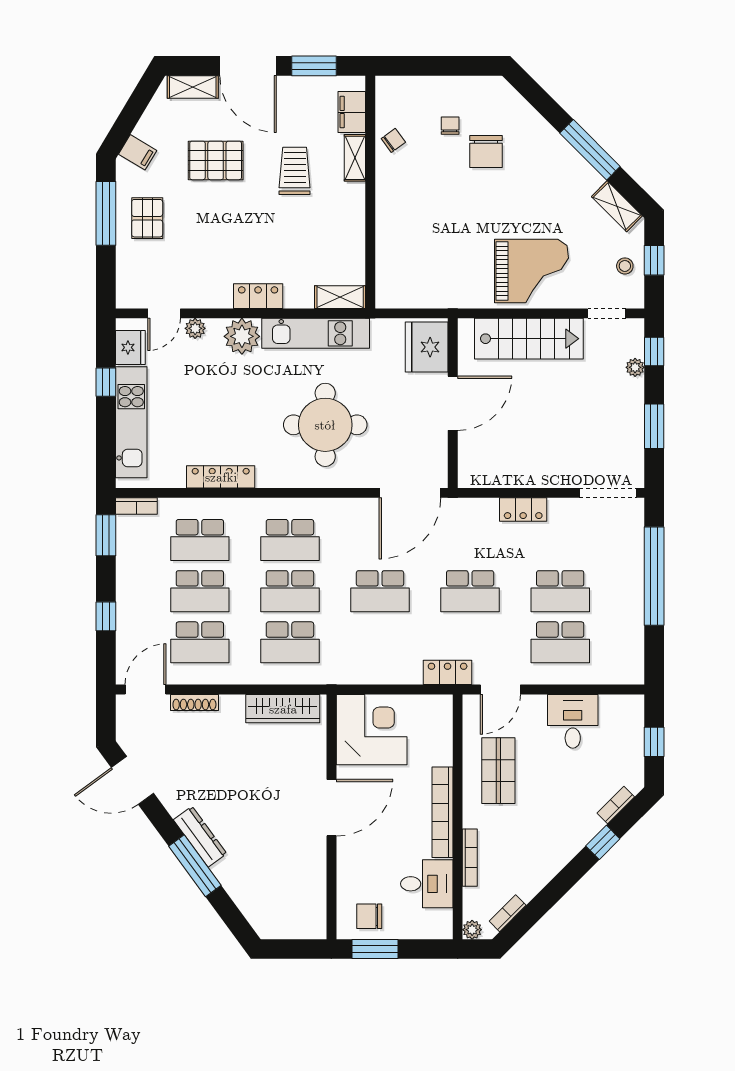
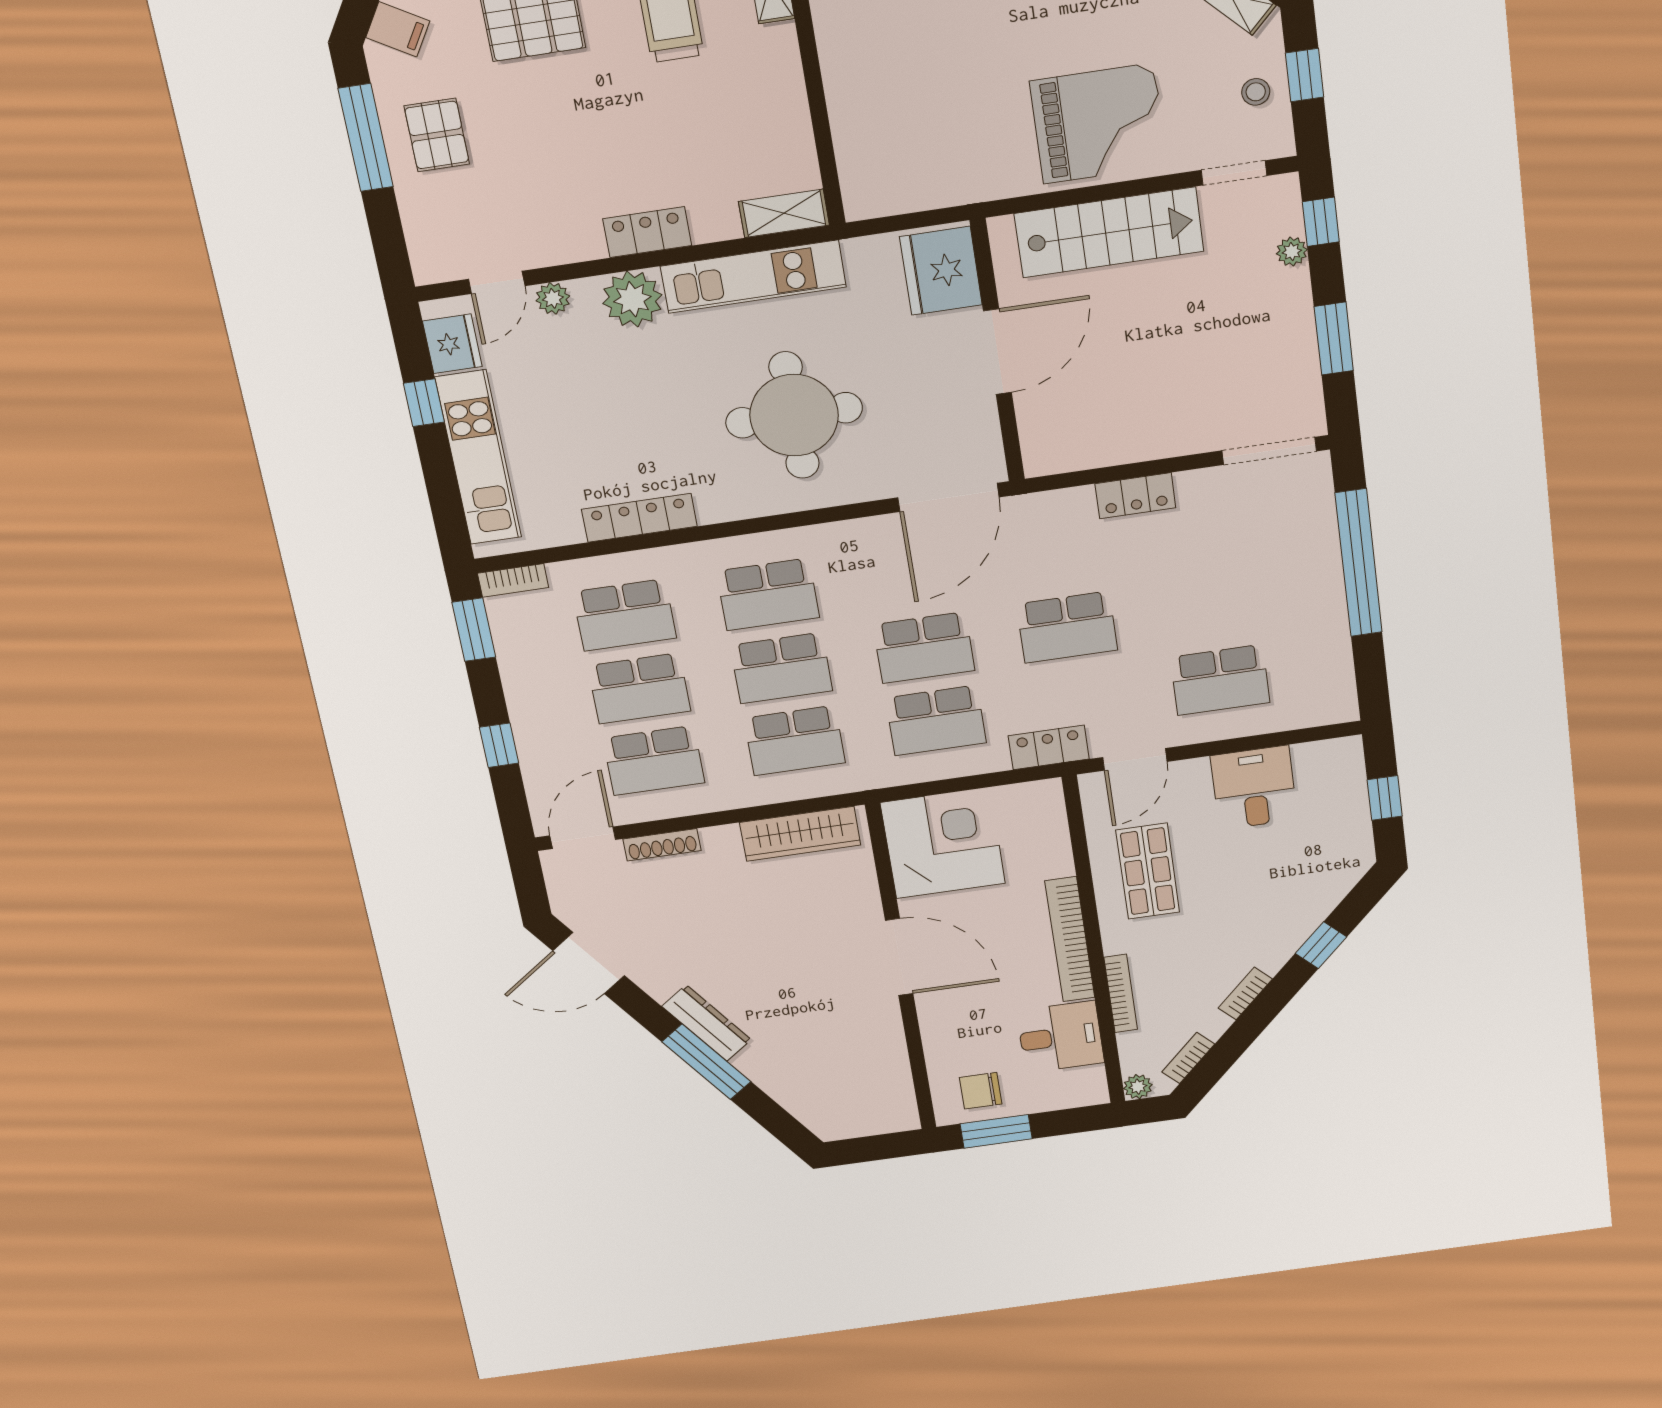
school desk: (560, 591) -> (936, 720), moved
bookcase: (616, 805) -> (1245, 994), moved
door: (331, 808) -> (899, 957), hinge flipped

